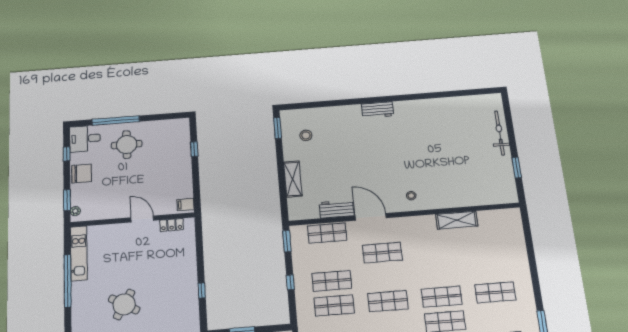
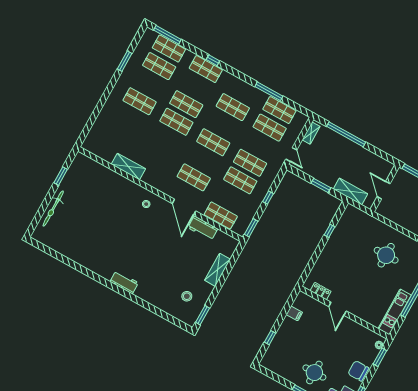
filing cabinet: (186, 205) -> (294, 313), moved
round table: (124, 304) -> (386, 255), turned -30

